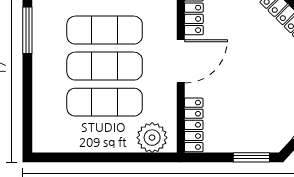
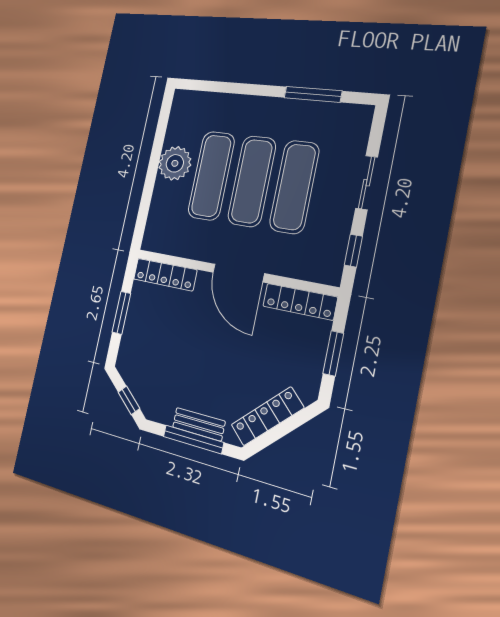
plant: (152, 138) -> (175, 163), moved
window: (251, 157) -> (121, 313), moved

